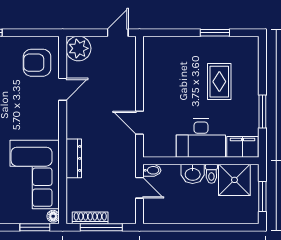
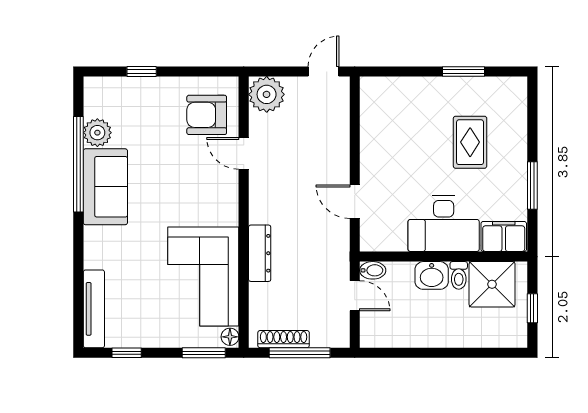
door: (63, 89) -> (244, 153), swing flipped
window: (262, 196) -> (532, 308), width x0.67

